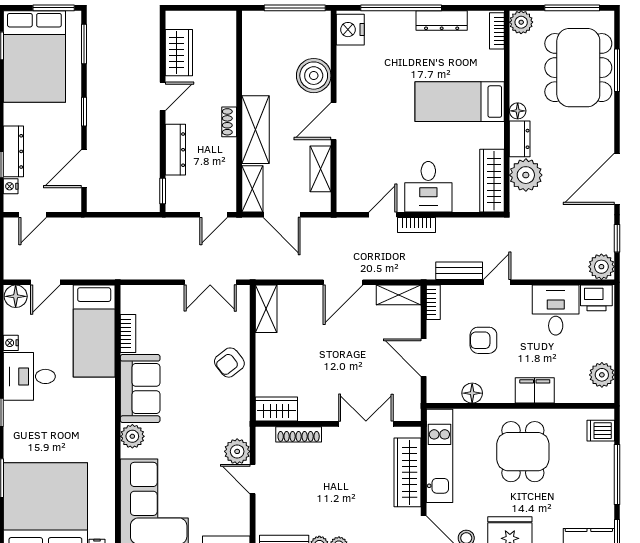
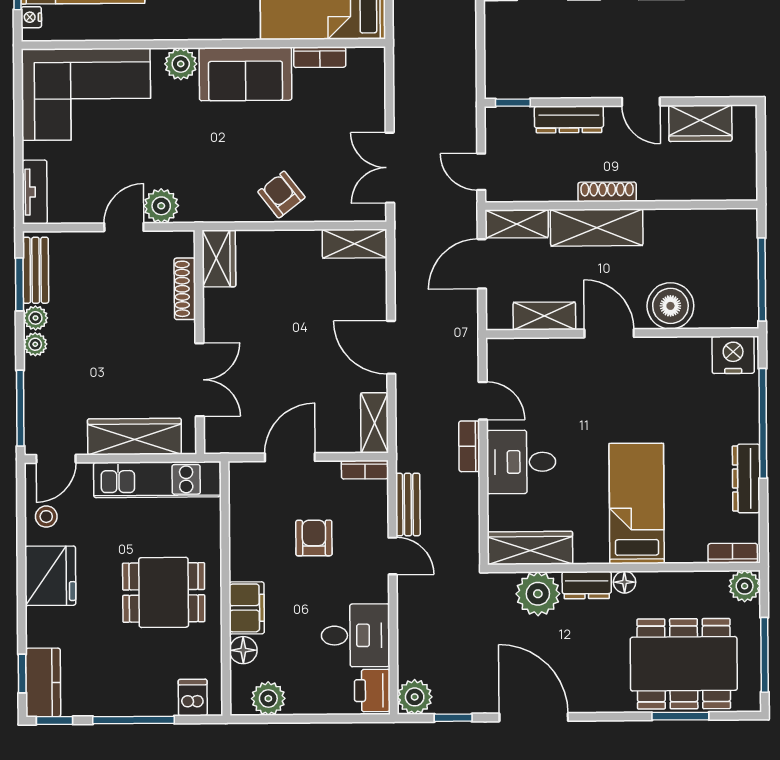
shoe rack: (229, 122) -> (607, 192), width x1.43
floor lamp: (472, 393) -> (243, 650), moved

